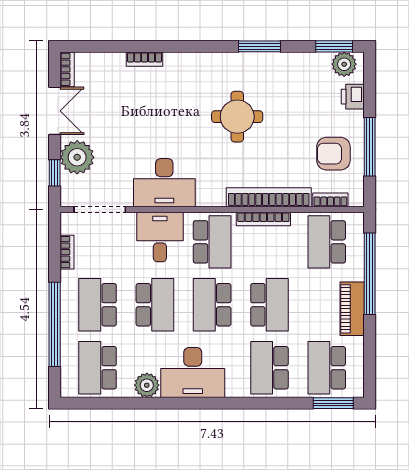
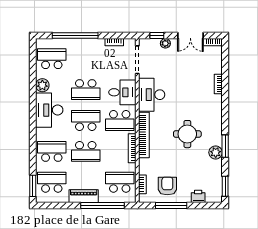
plant: (344, 64) -> (216, 152), moved
plant: (77, 157) -> (165, 43), width x0.53, depth x0.53
bookcase: (269, 197) -> (144, 135), moved
school desk: (98, 305) -> (86, 59), removed

